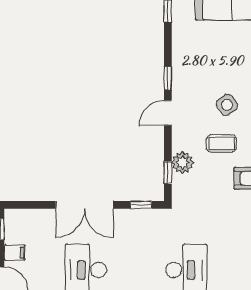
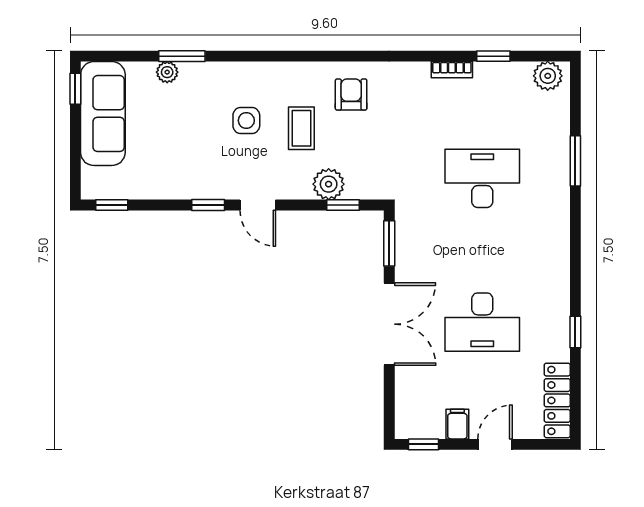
side table: (227, 105) -> (246, 121), turned 36
window: (141, 205) -> (389, 243), width x1.50

